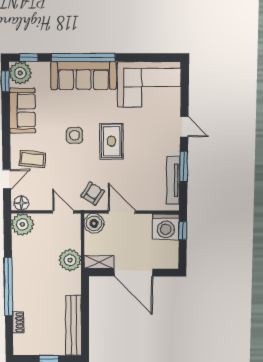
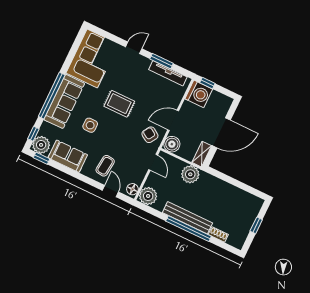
side table: (75, 135) -> (90, 125), moved
door: (63, 212) -> (153, 162), swing flipped
bench: (74, 325) -> (187, 218), moved

